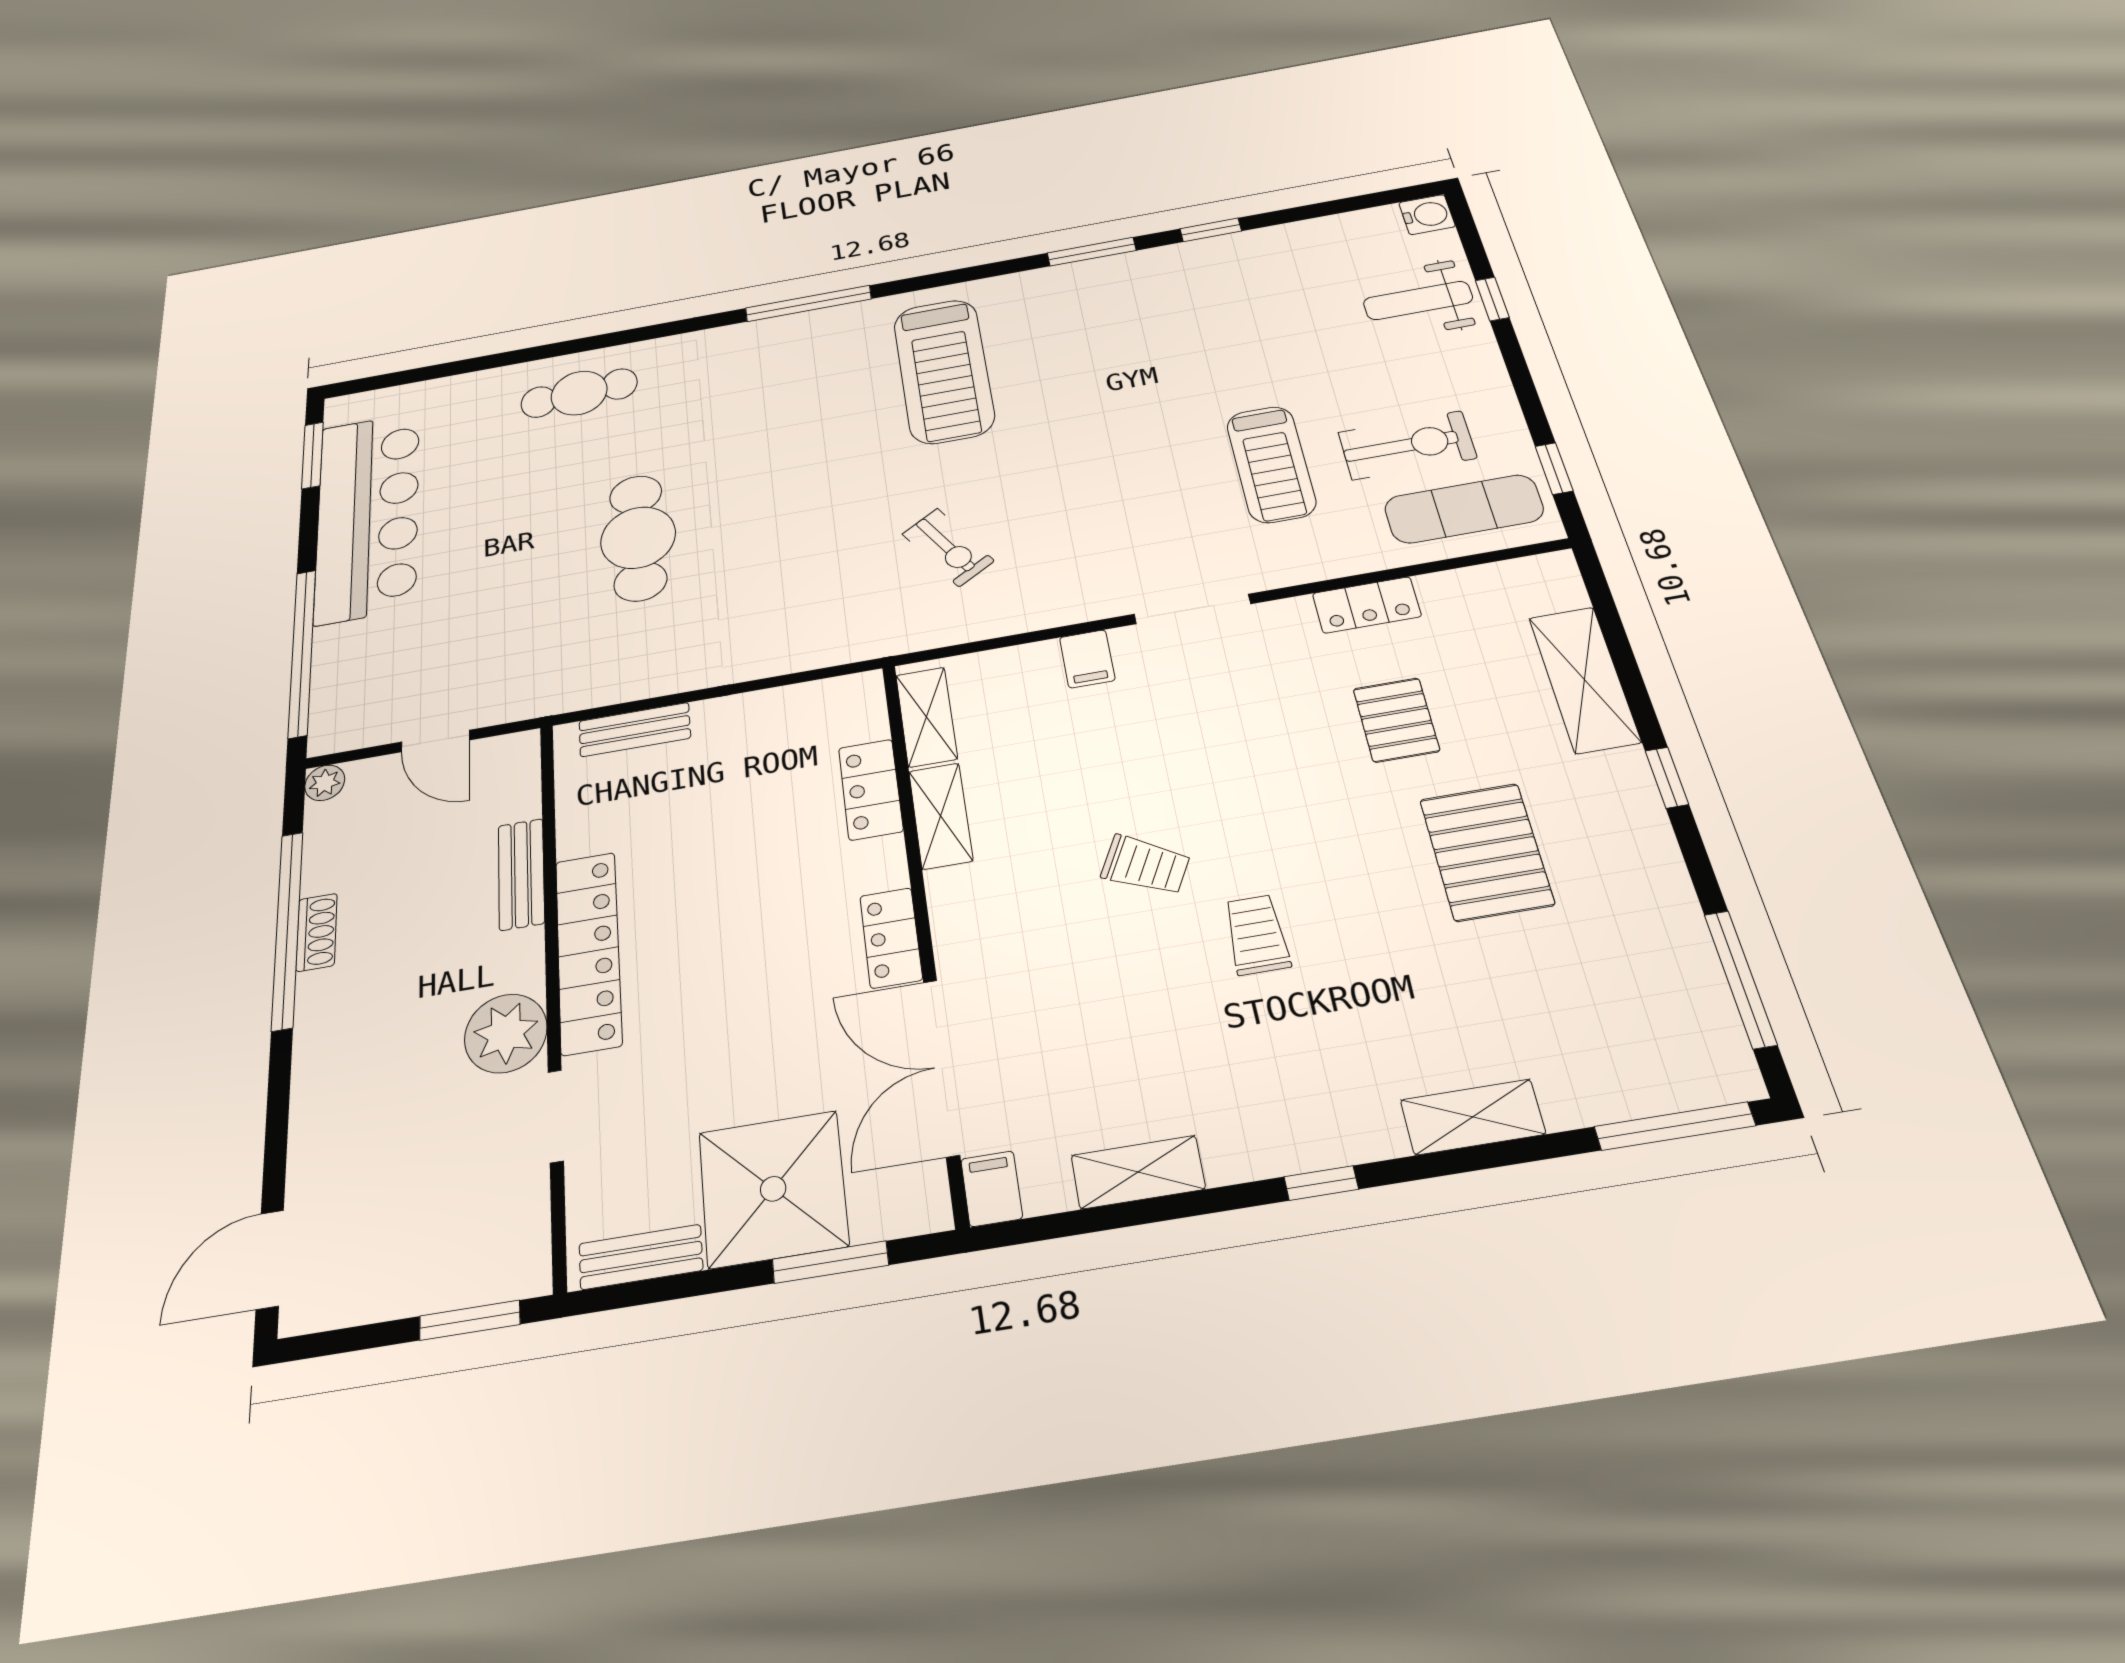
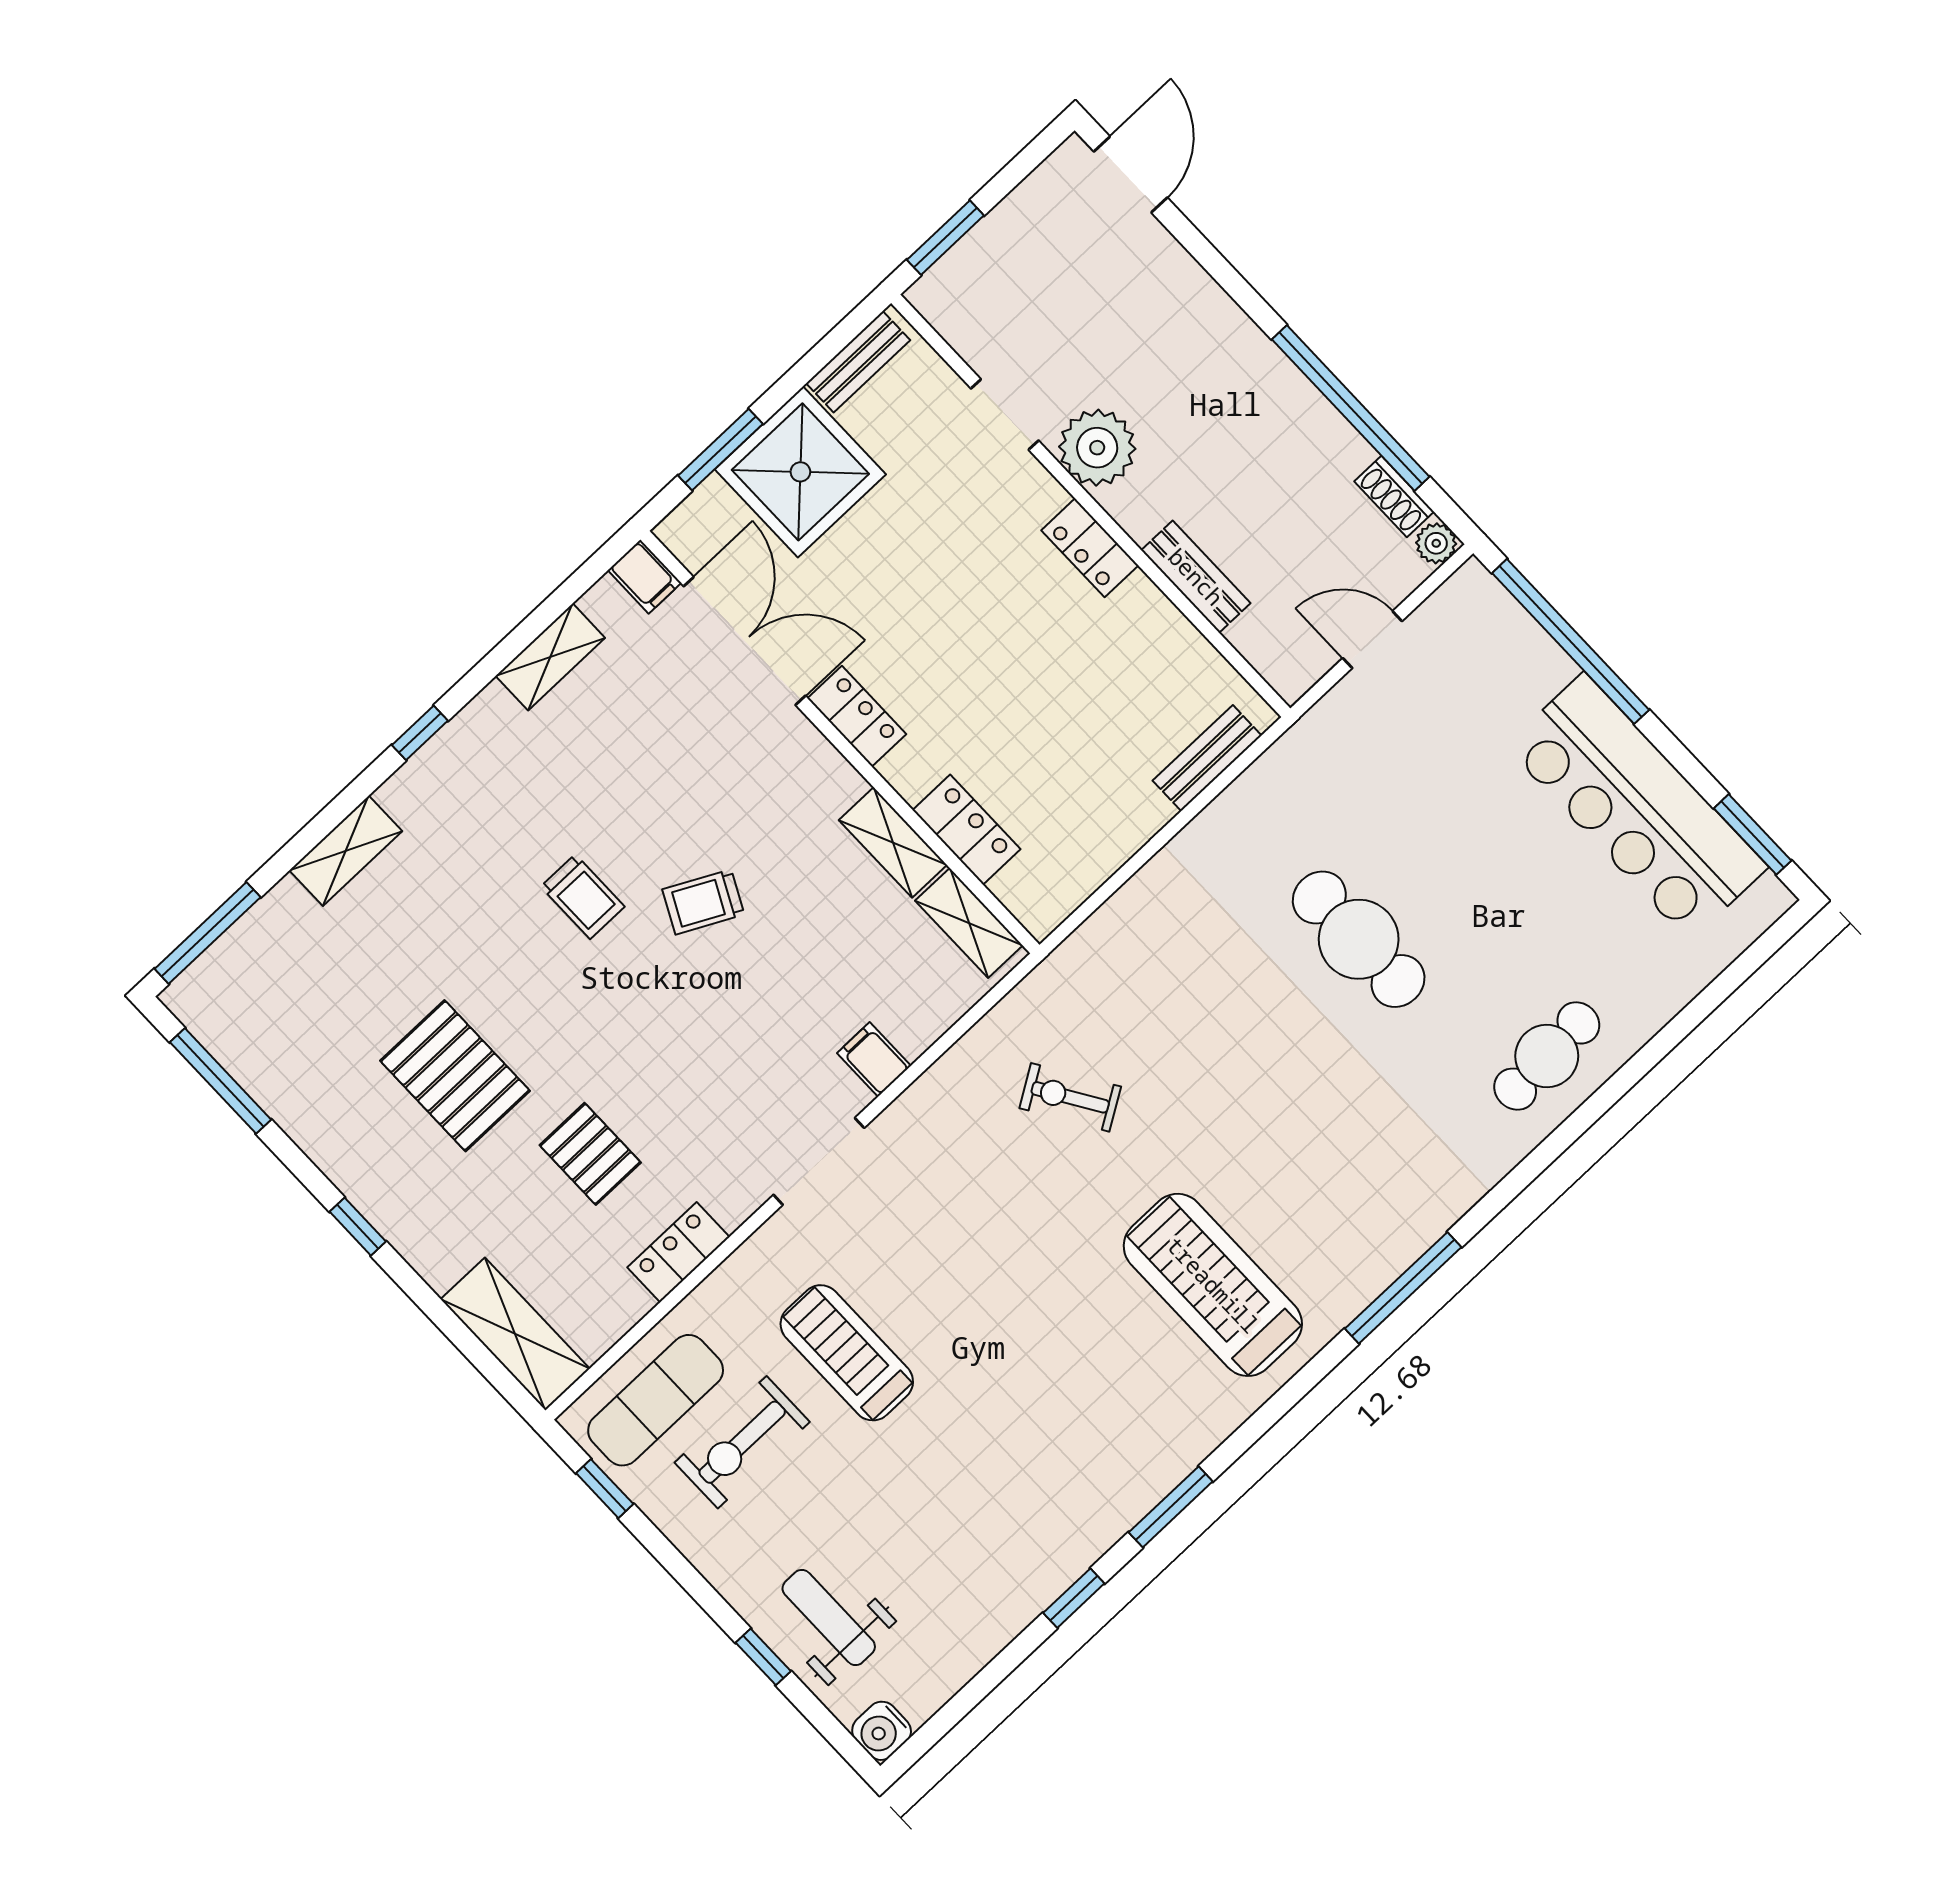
weight bench: (1418, 300) -> (829, 1617), turned -90
shelving: (1584, 679) -> (515, 1334), moved
shoe rack: (317, 932) -> (1394, 496), moved
locker: (588, 952) -> (1090, 548), width x0.46, depth x0.83

